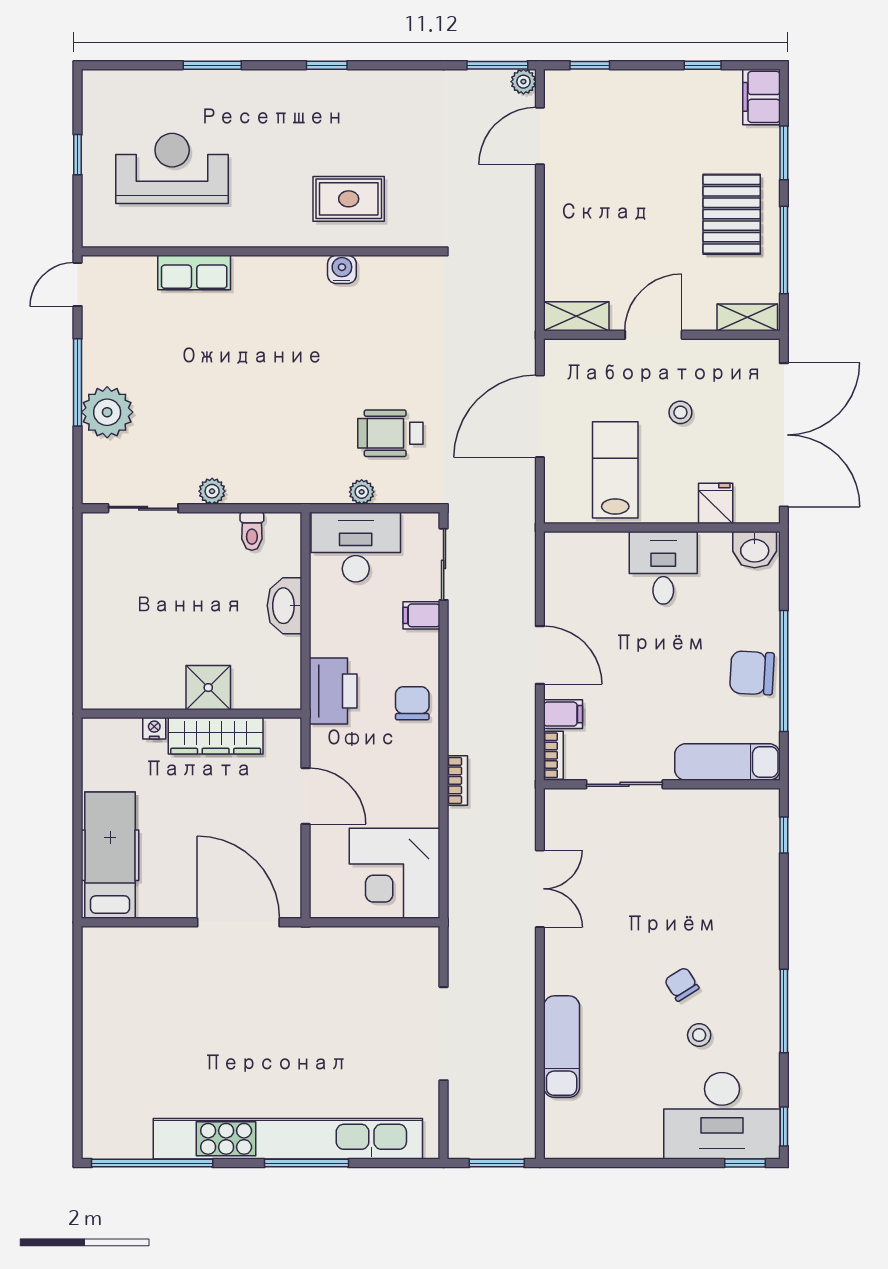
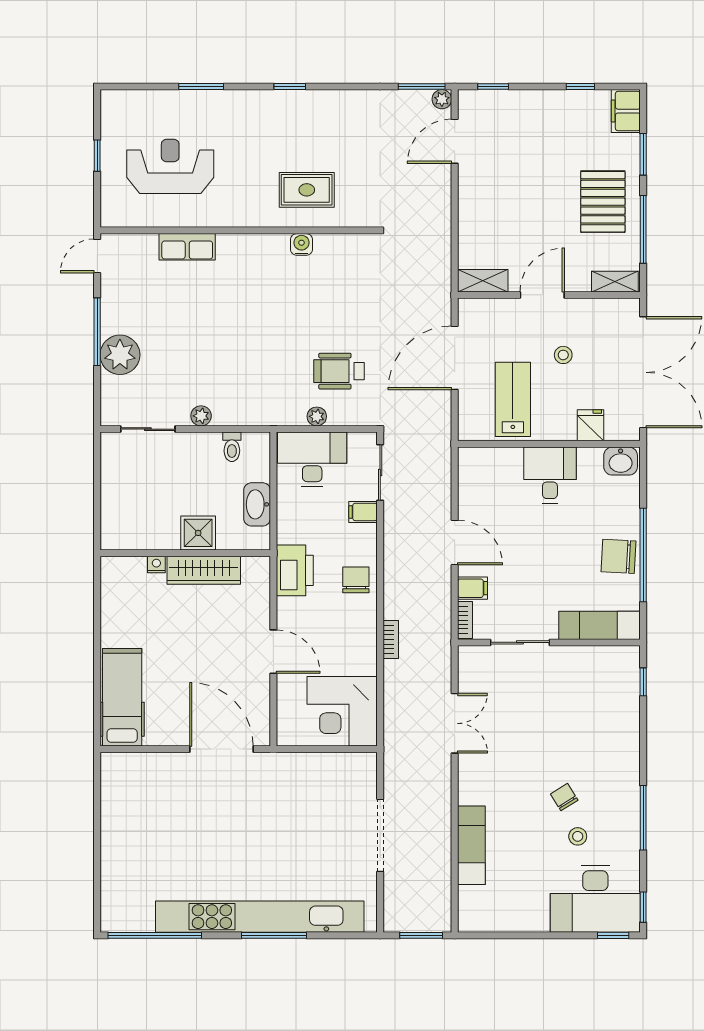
shower: (208, 688) -> (198, 533), moved
wall: (192, 714) -> (185, 553), moved
nightstand: (154, 728) -> (156, 564), moved
wardrobe: (216, 736) -> (204, 570), moved

